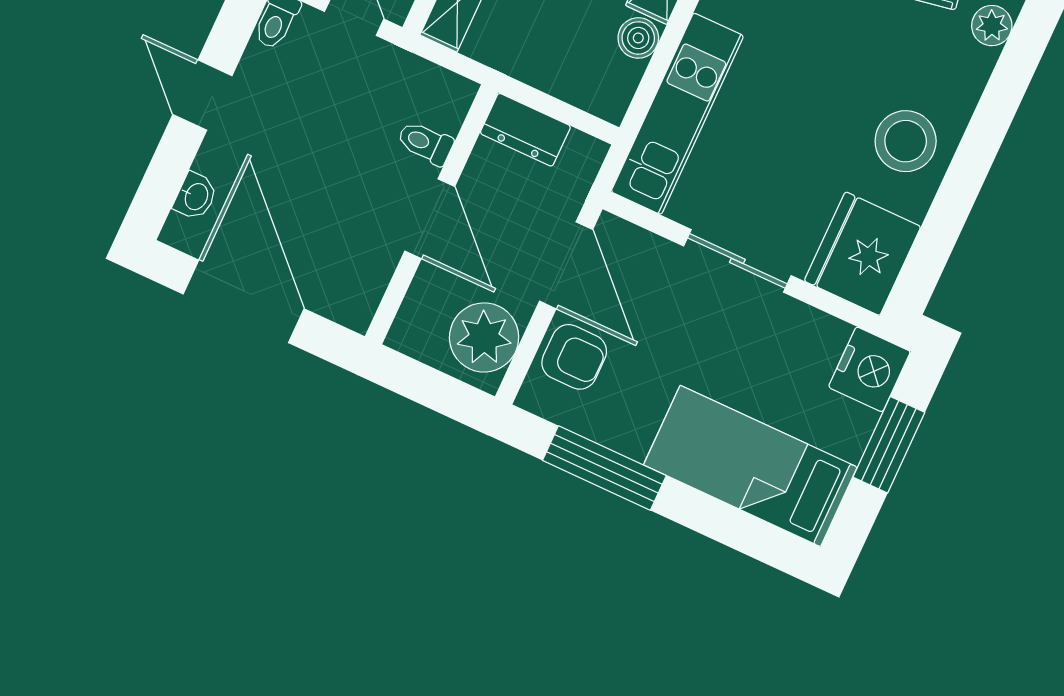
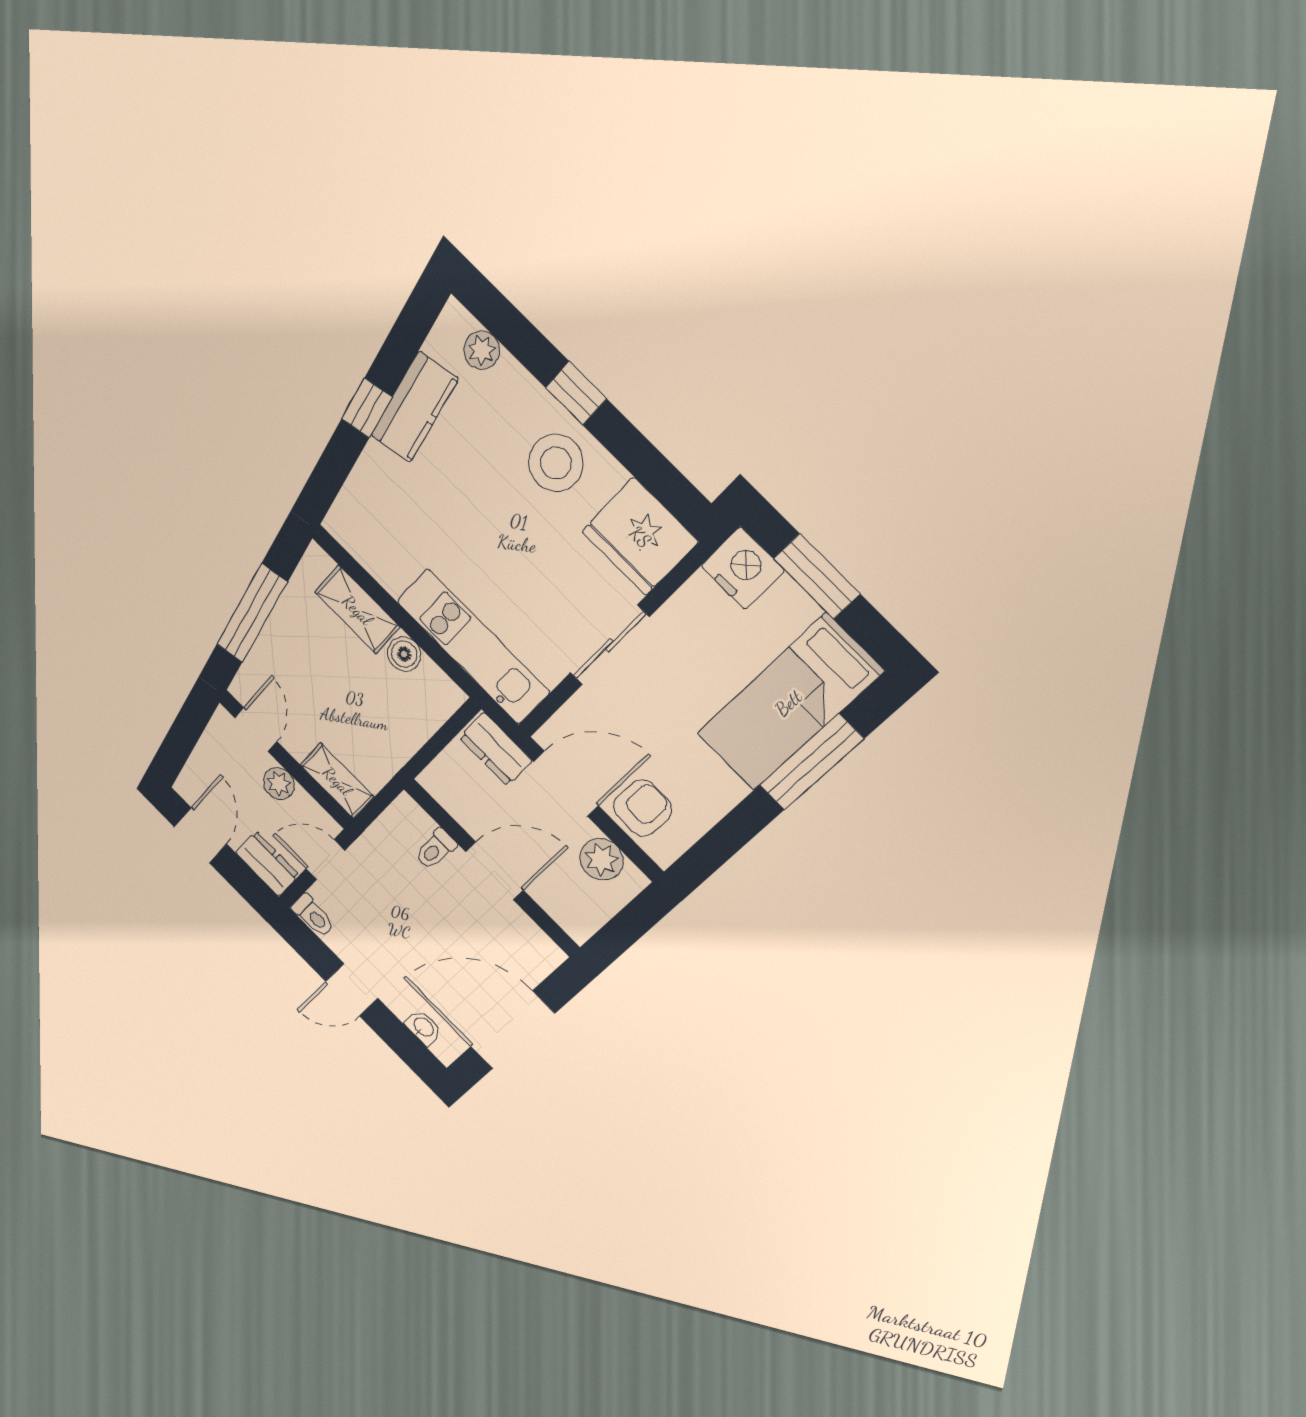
dresser: (525, 130) -> (496, 749), moved, turned 90
window: (983, 139) -> (576, 393), added
plant: (484, 337) -> (602, 859), width x0.73, depth x0.73
window: (604, 468) -> (811, 762), moved

